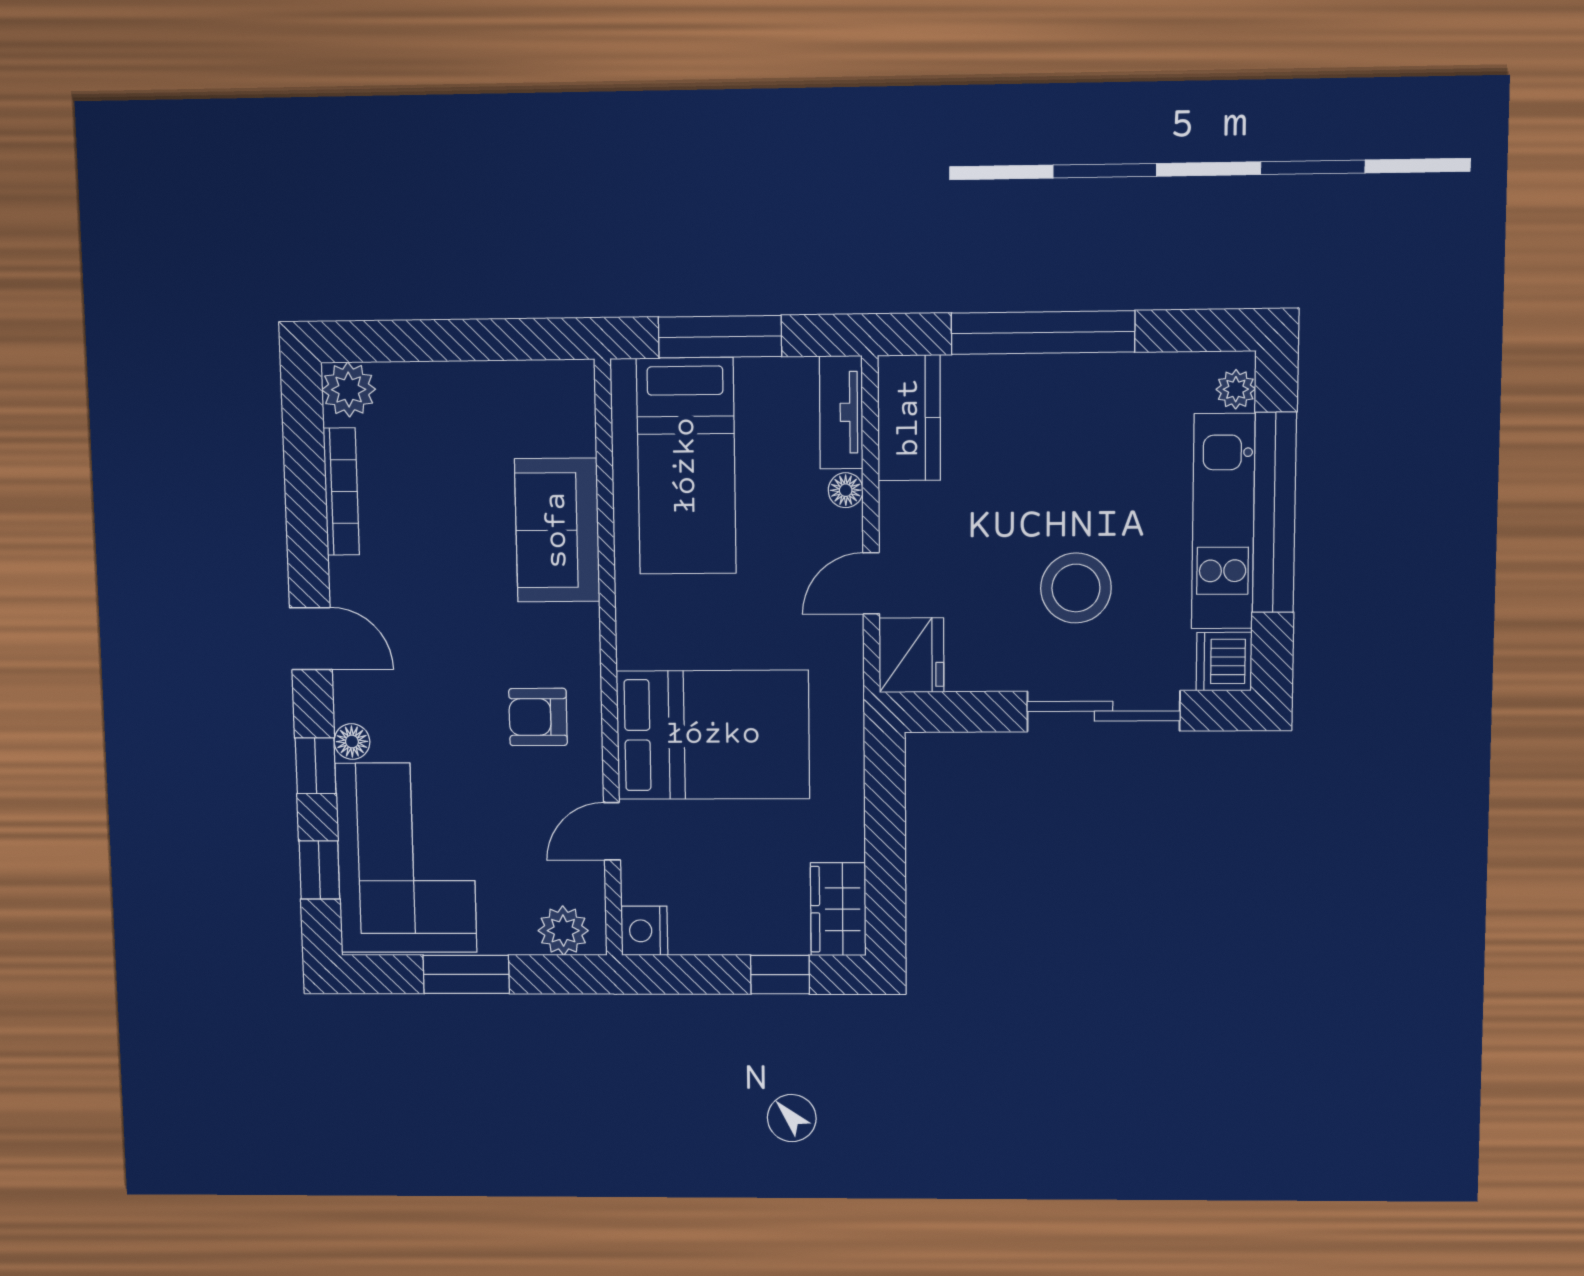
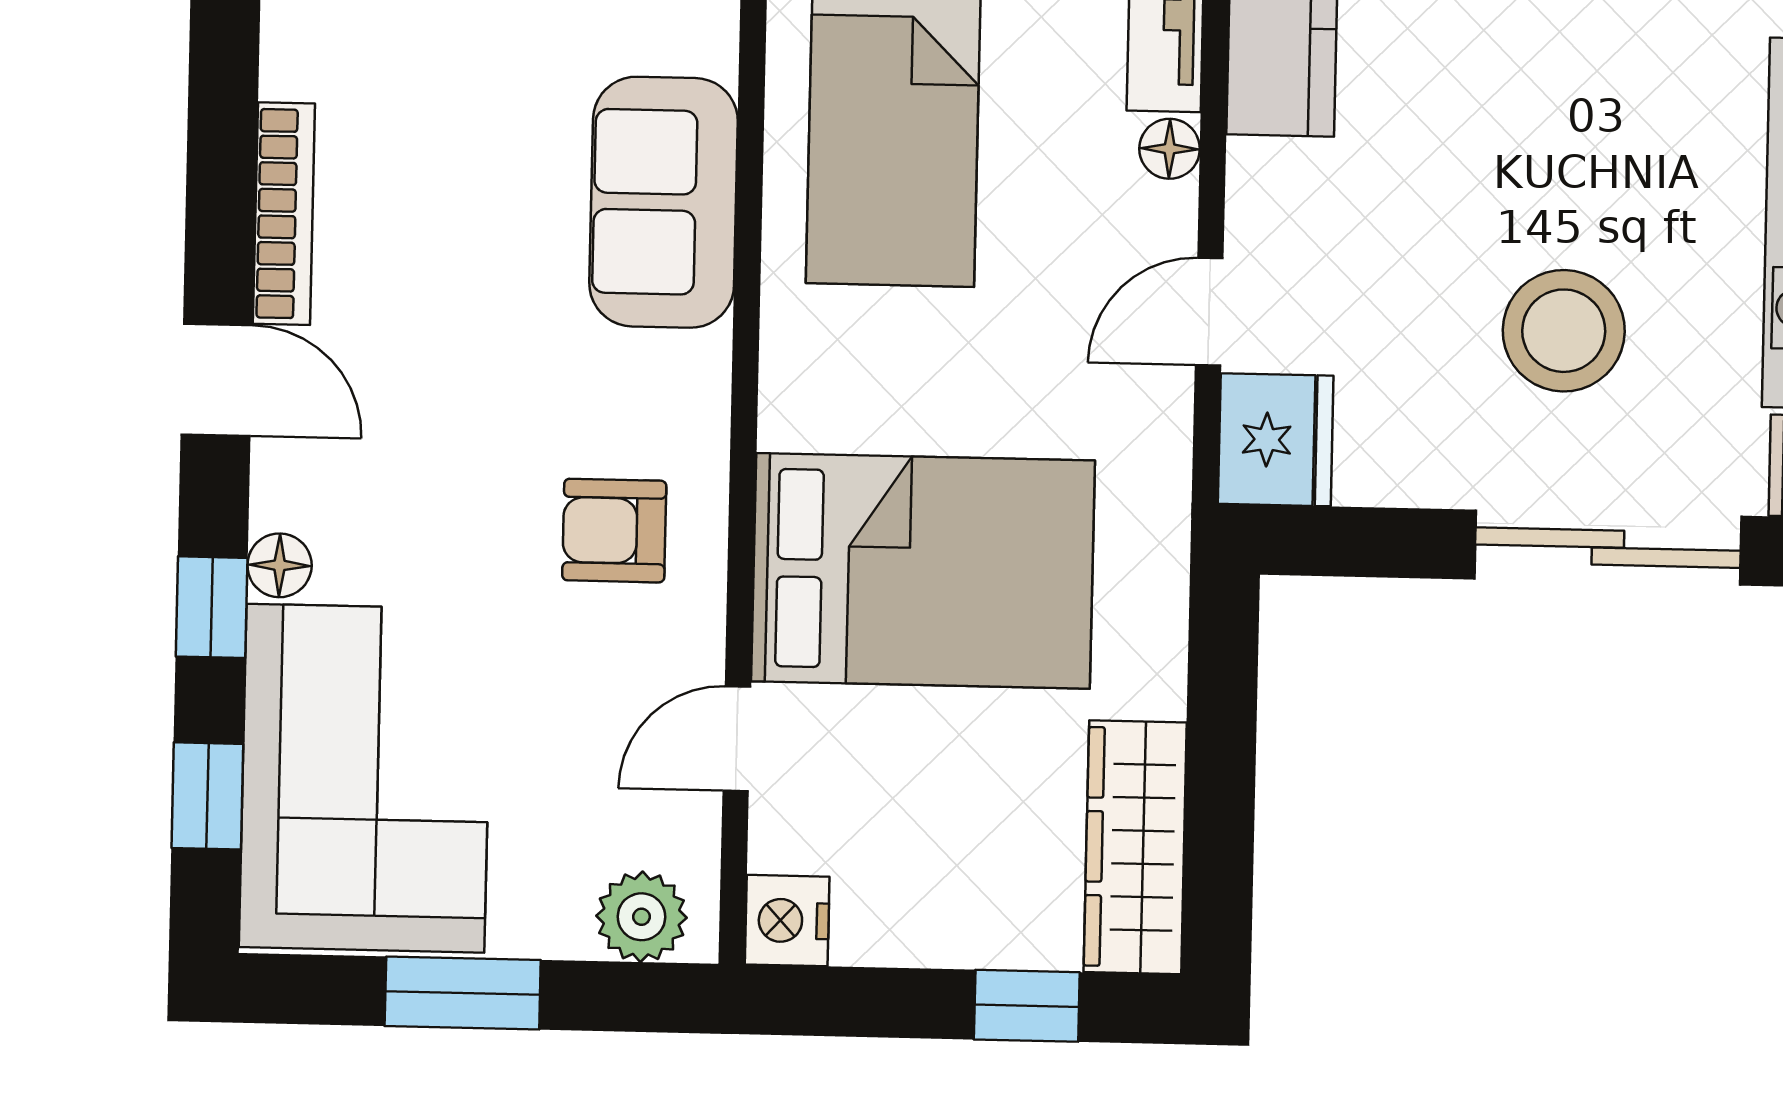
bookcase: (341, 492) -> (284, 214), moved
wardrobe: (838, 909) -> (1135, 847), width x1.50

